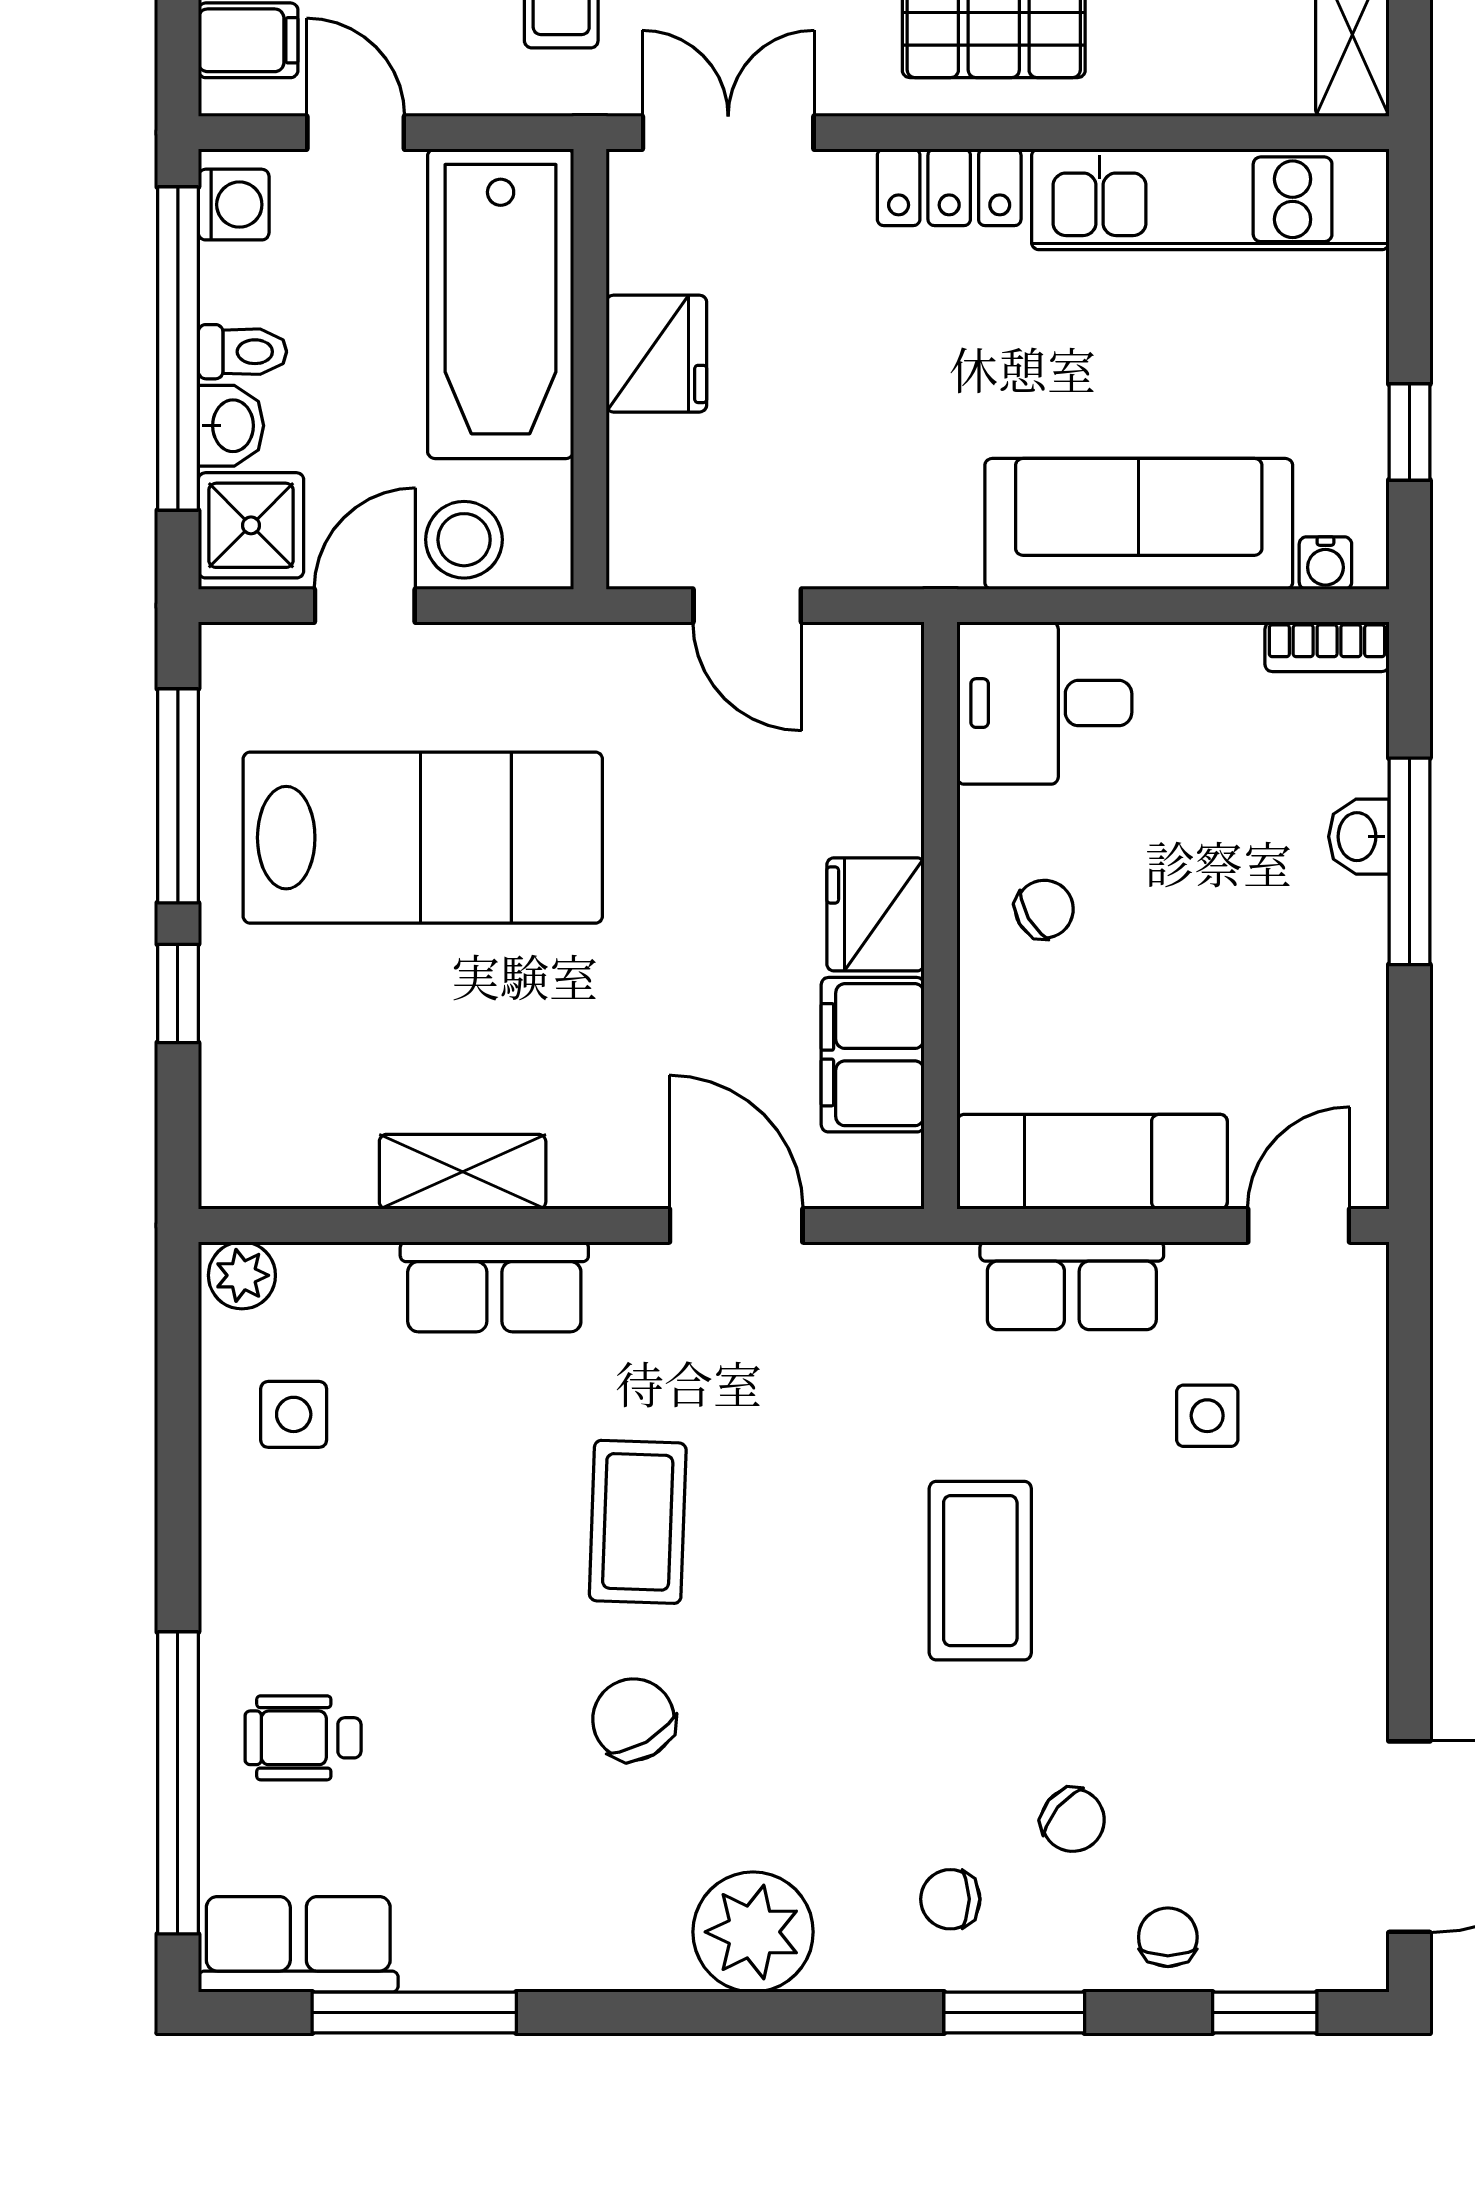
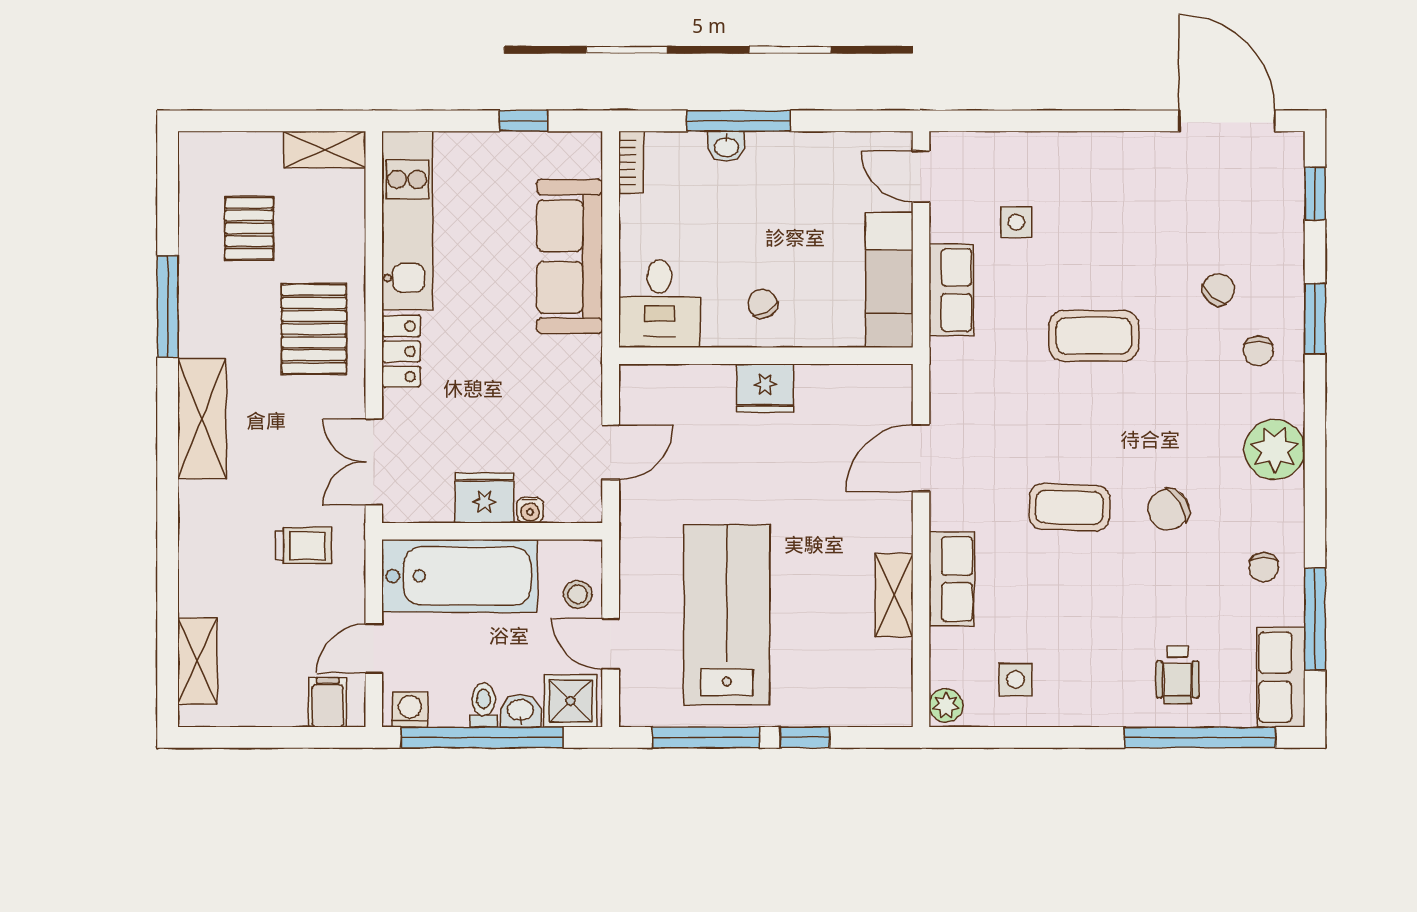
stool: (464, 540) -> (578, 594), width x0.73, depth x0.73
water cooler: (1325, 563) -> (530, 510), moved, turned 90
filing cabinet: (873, 1055) -> (835, 390), removed
chair: (1168, 1937) -> (1264, 567), moved, turned -90

